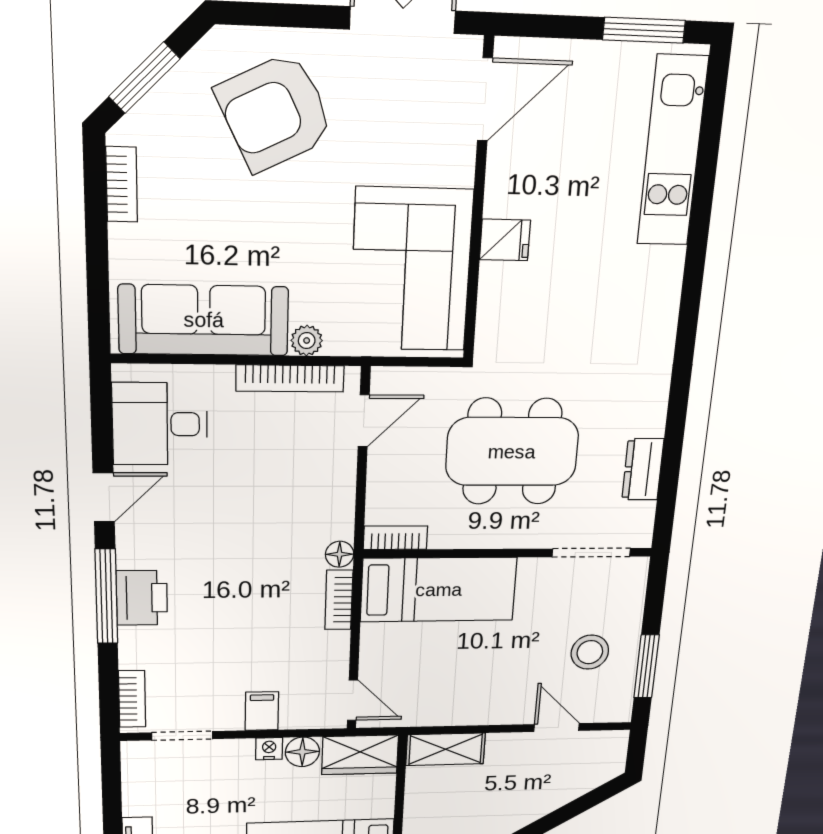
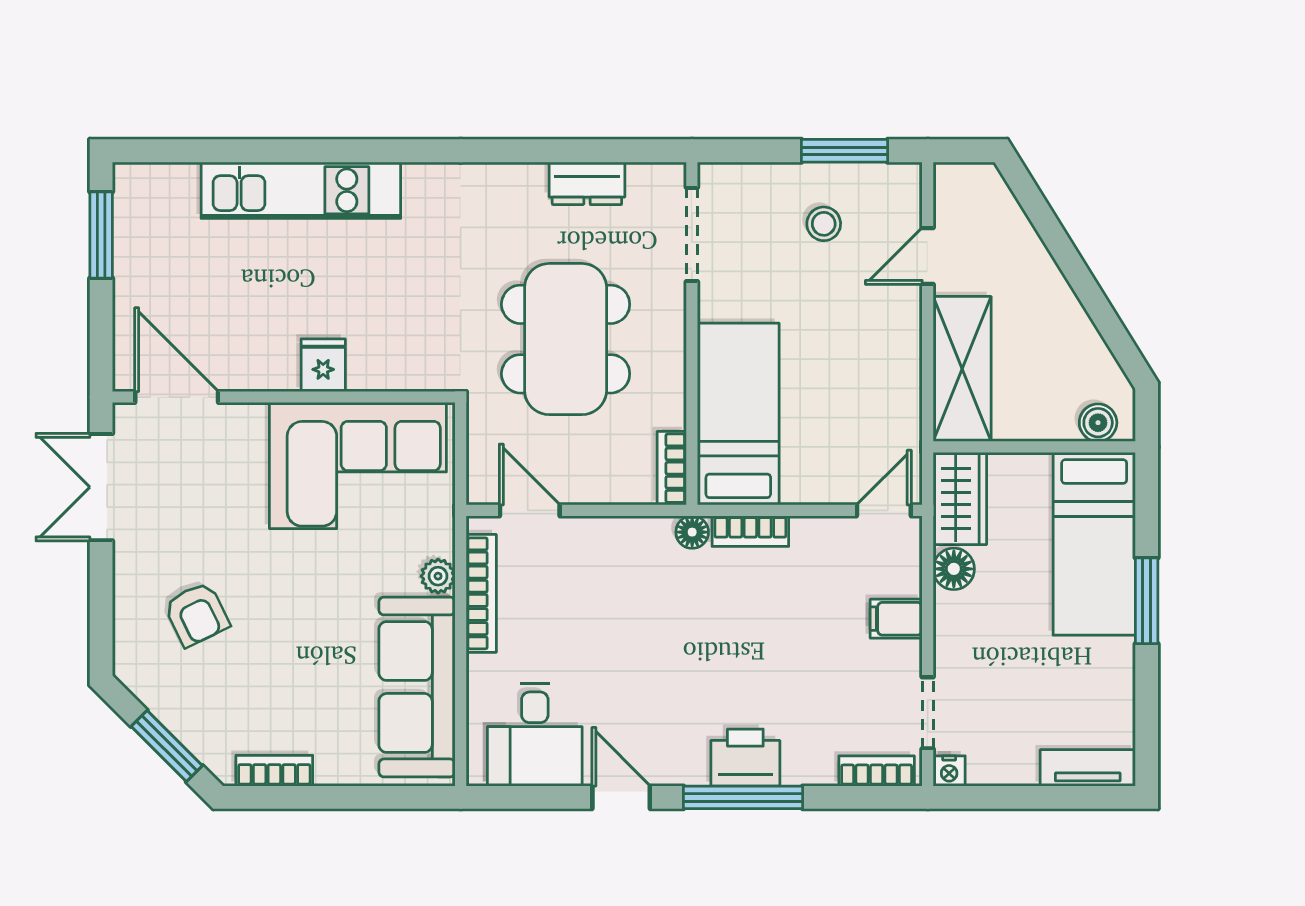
armchair: (275, 112) -> (197, 614), width x0.53, depth x0.53
kitchen unit: (672, 151) -> (301, 190), moved
stool: (590, 652) -> (824, 224), width x0.73, depth x0.73
nightstand: (269, 749) -> (949, 771), moved, turned -90
shelving: (446, 749) -> (962, 369), width x1.50, depth x1.33

